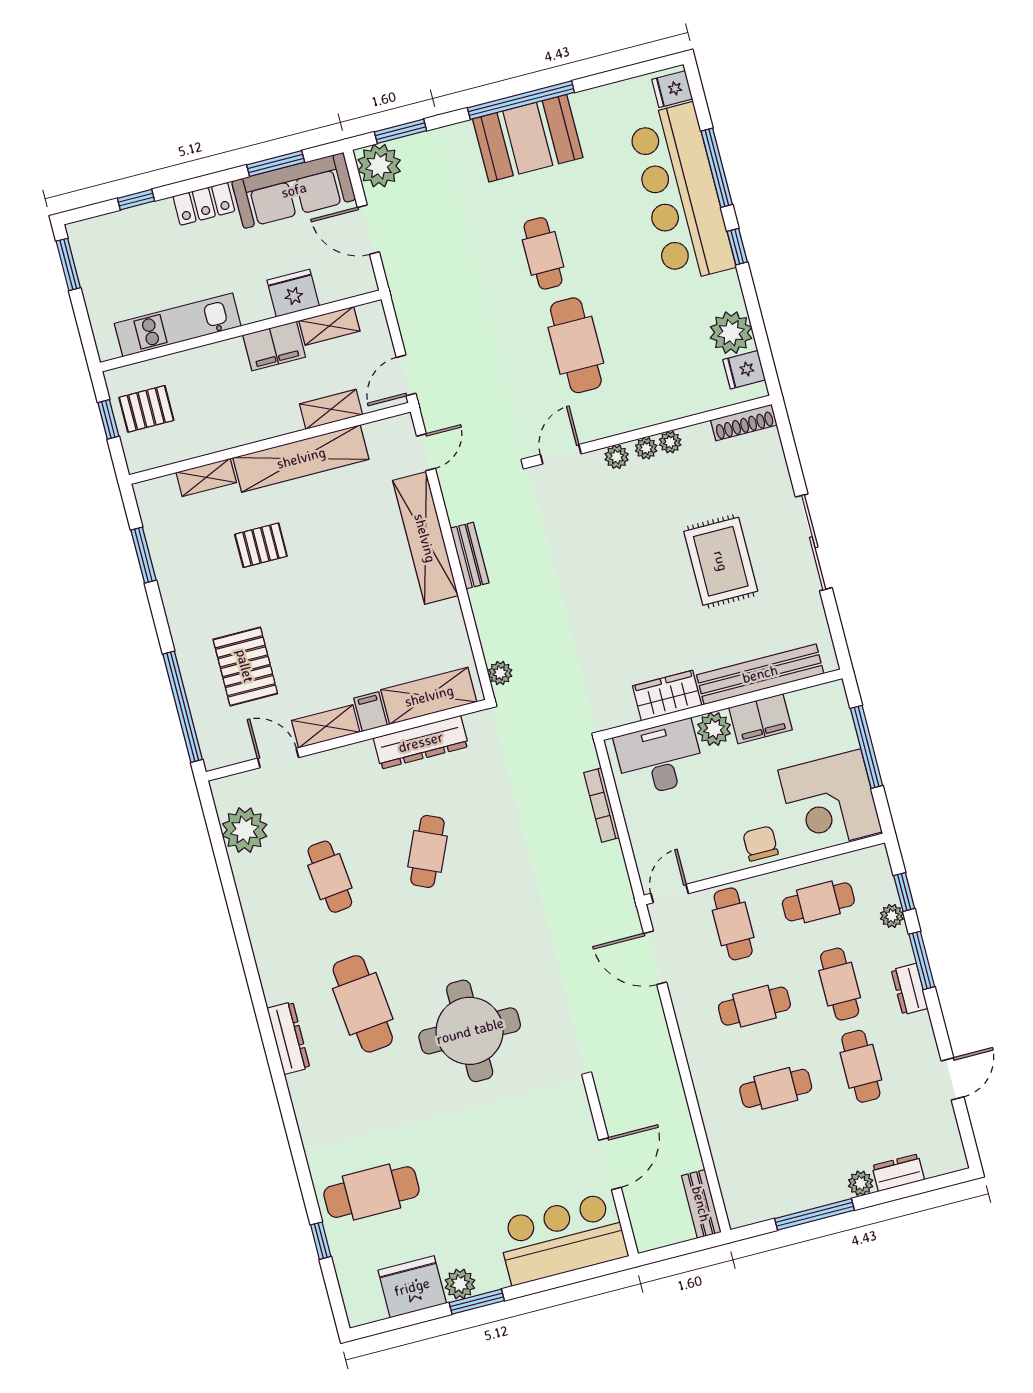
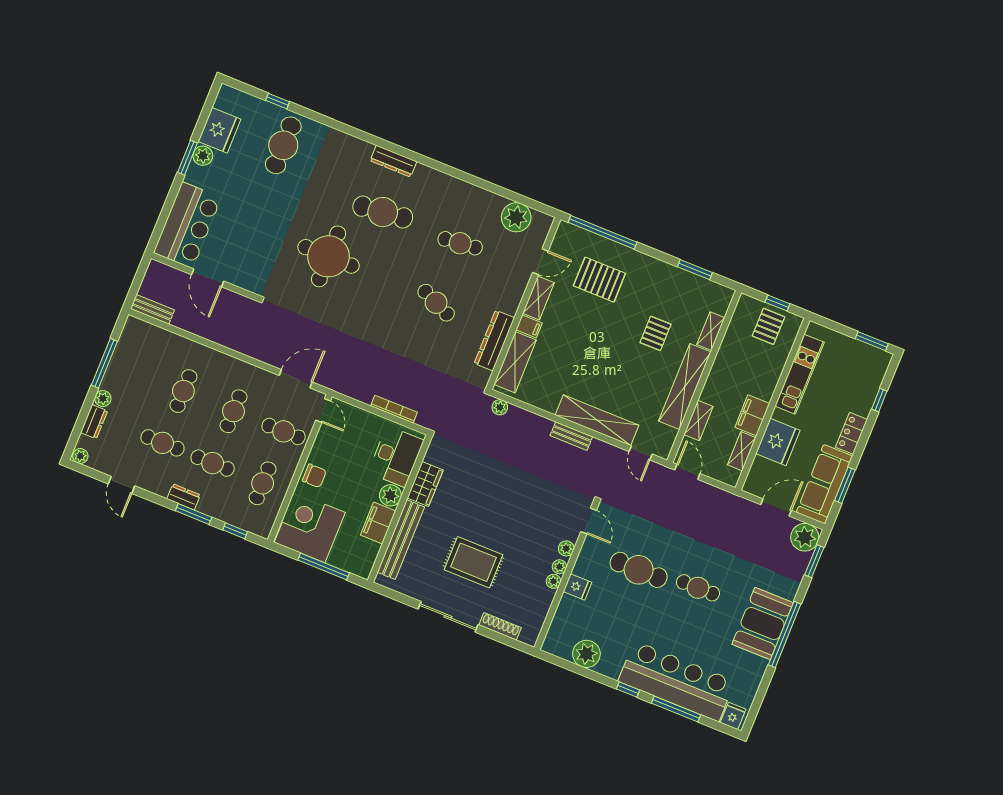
fridge: (293, 293) -> (778, 442), width x1.36, depth x1.34
fridge: (744, 370) -> (578, 587), moved, turned 90
shoe rack: (744, 423) -> (500, 626), moved, turned 90
plant: (892, 916) -> (80, 456), moved

